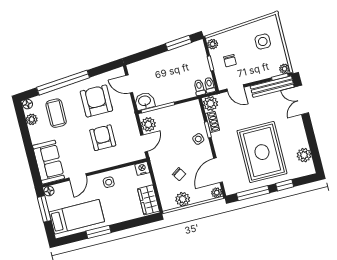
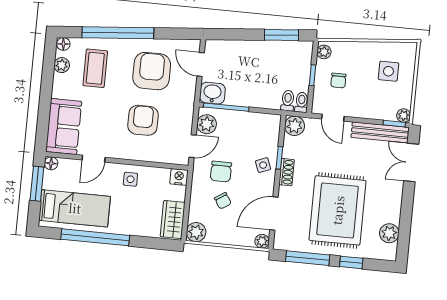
shoe rack: (213, 122) -> (287, 172), moved
chair: (170, 154) -> (221, 172), added
plant: (183, 199) -> (196, 232), moved
window: (99, 232) -> (95, 237), width x2.11

